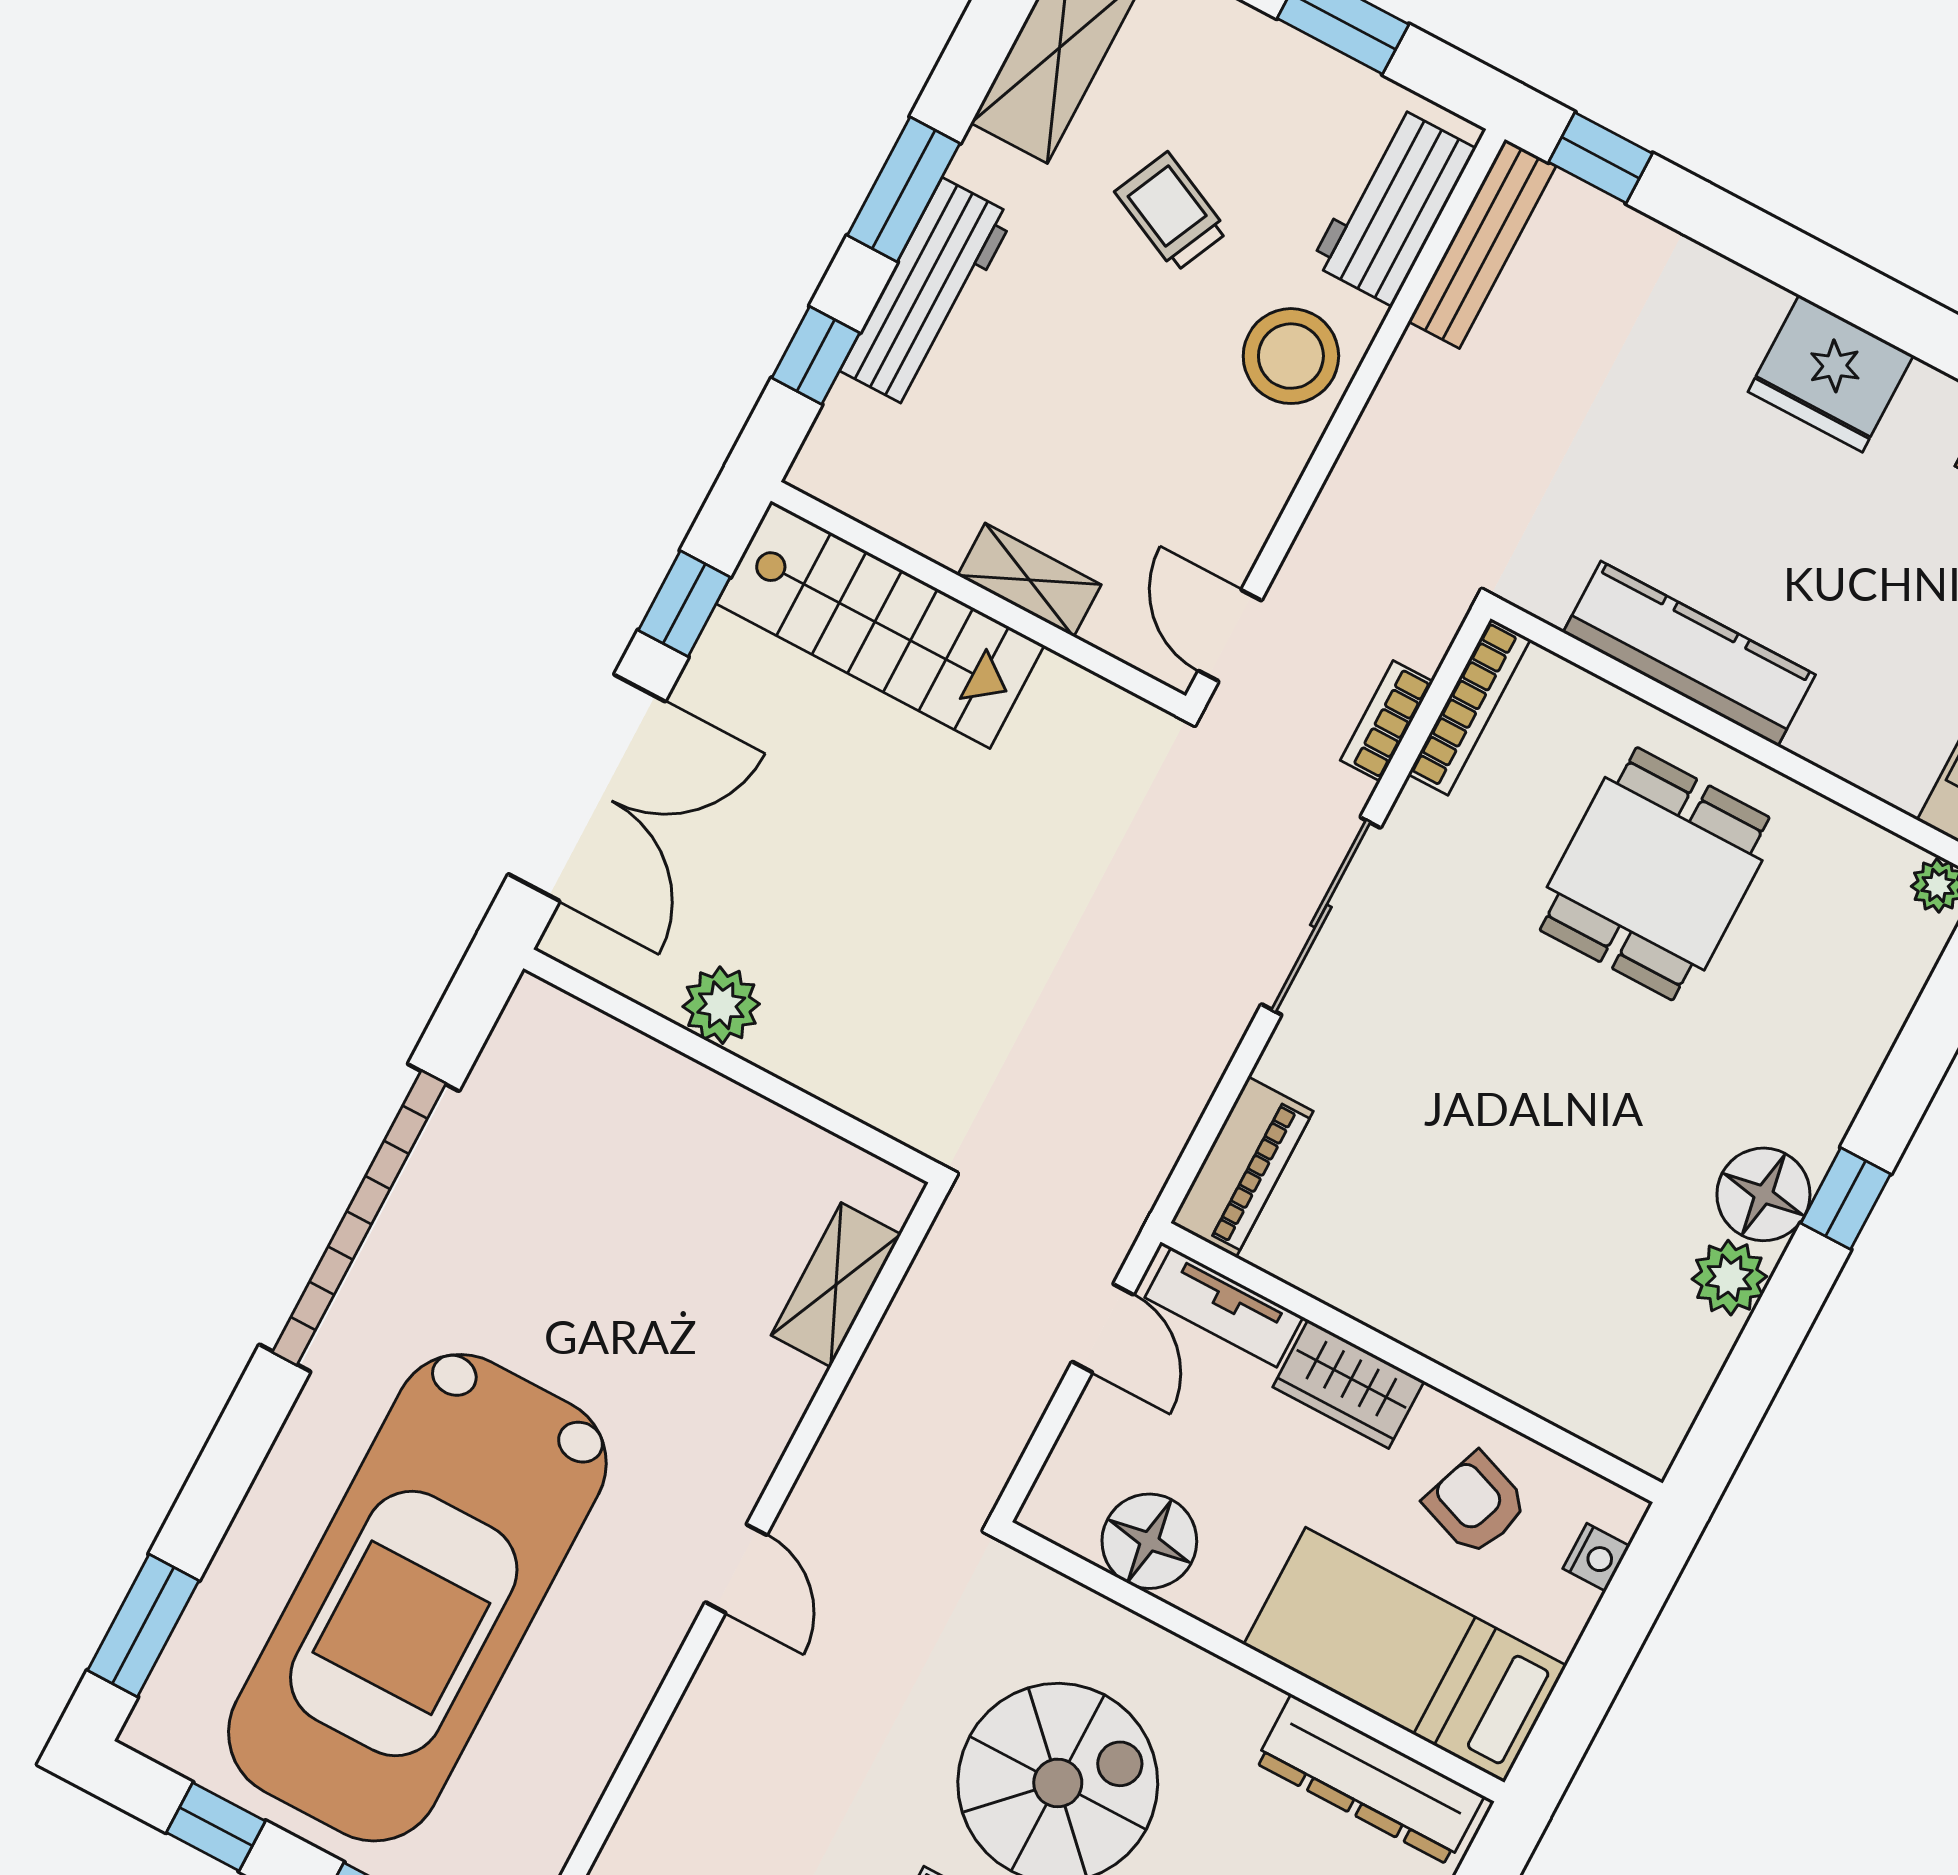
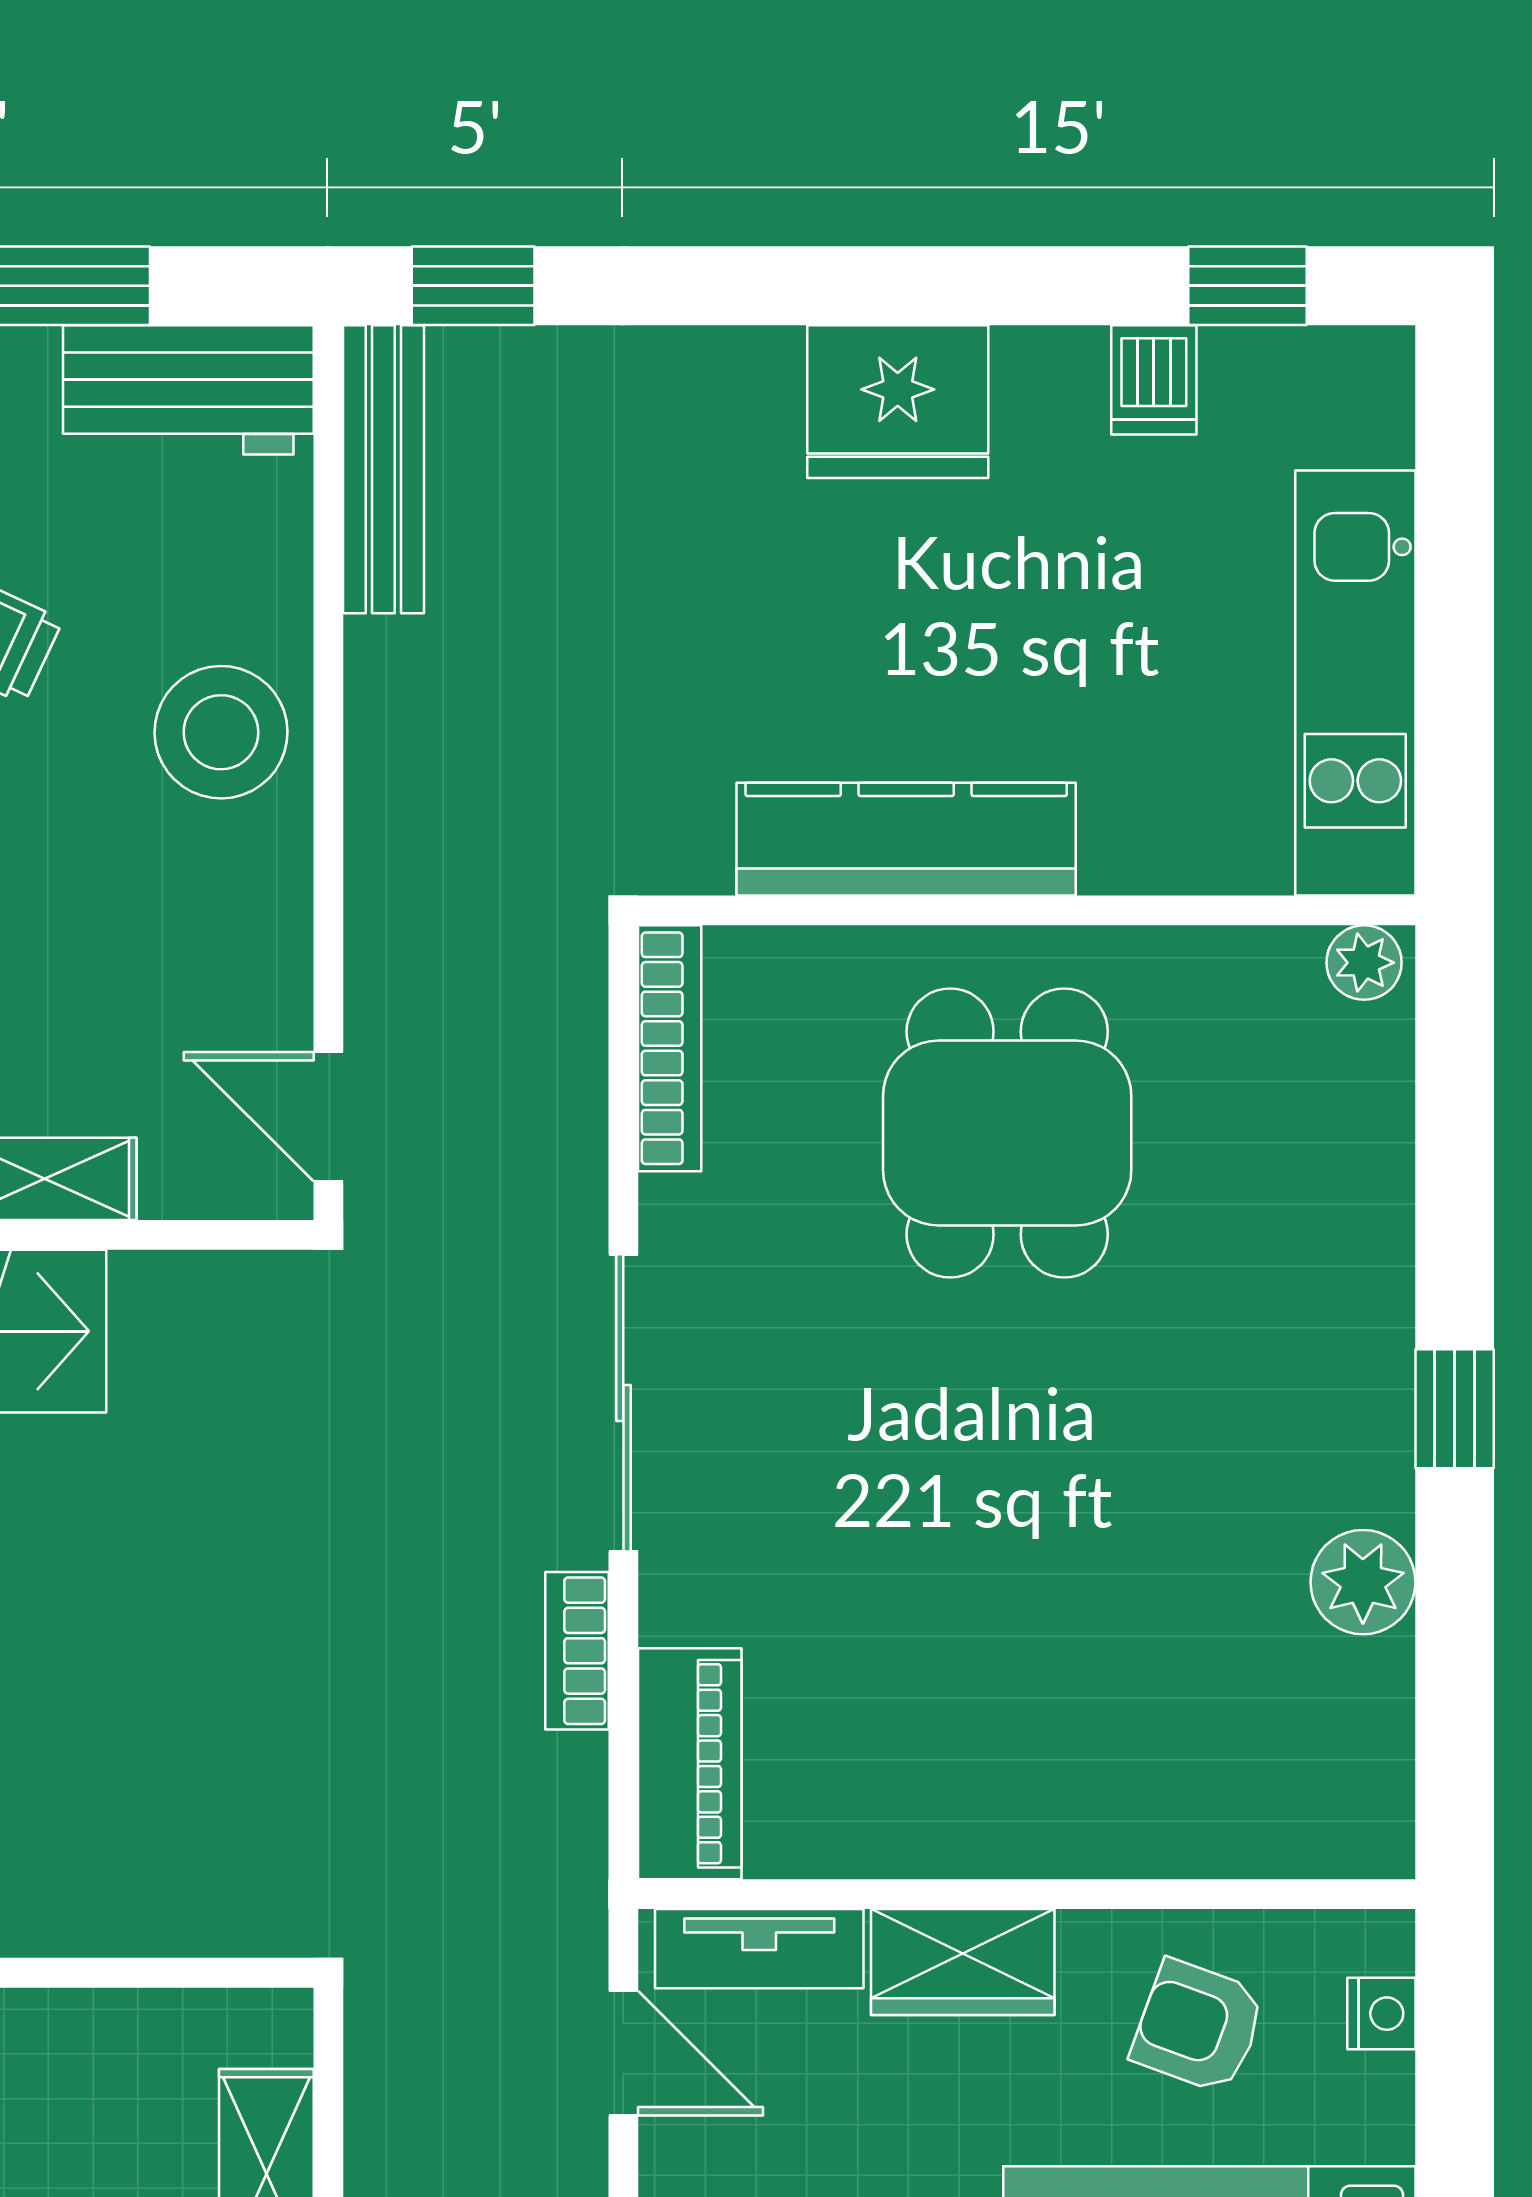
workbench: (1393, 206) -> (188, 390), moved, turned -90
bookcase: (1387, 721) -> (577, 1651), moved
floor lamp: (1763, 1194) -> (1351, 1457), removed

